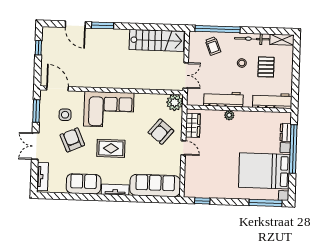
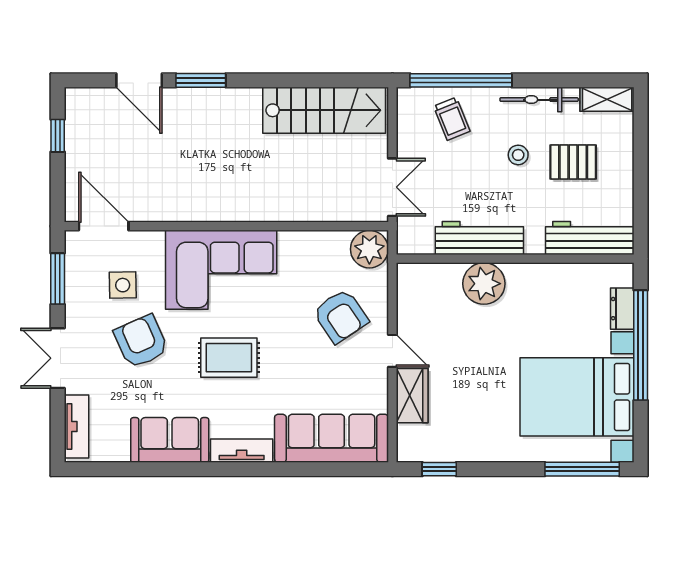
pallet: (266, 67) -> (573, 162), turned 90
plant: (229, 115) -> (484, 284), width x1.87, depth x1.87
wardrobe: (193, 125) -> (412, 396), moved
armchair: (161, 132) -> (341, 316), turned -74

